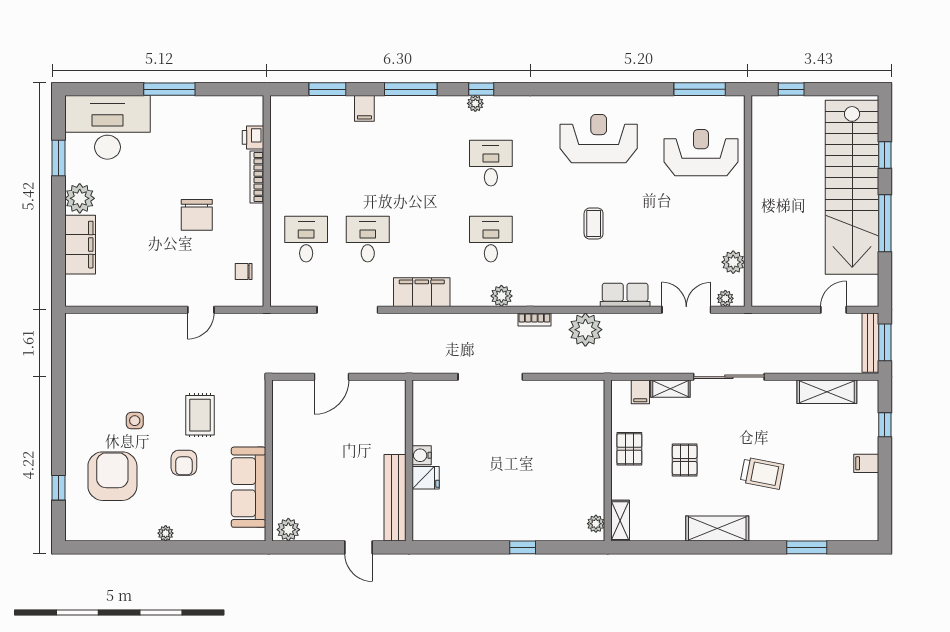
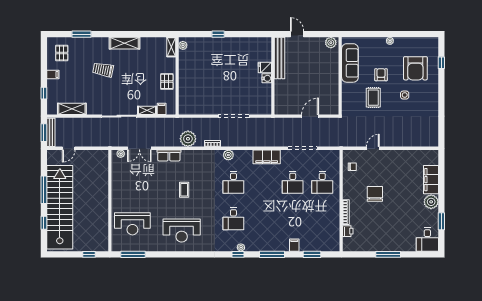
desk: (107, 127) -> (427, 240), width x0.53, depth x0.77
plant: (733, 262) -> (117, 171), removed
pallet: (685, 460) -> (62, 53), moved

